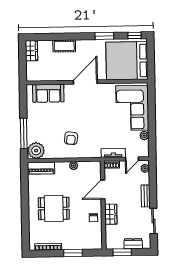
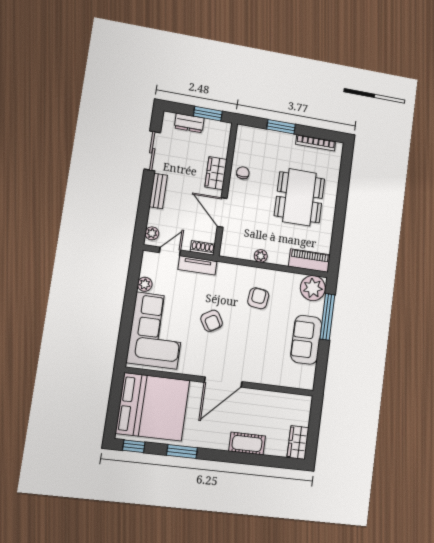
sofa: (48, 93) -> (306, 340), moved, turned -90
armchair: (99, 119) -> (212, 321), added
door: (103, 189) -> (222, 212), swing flipped
dining table: (54, 208) -> (299, 197), width x1.38

